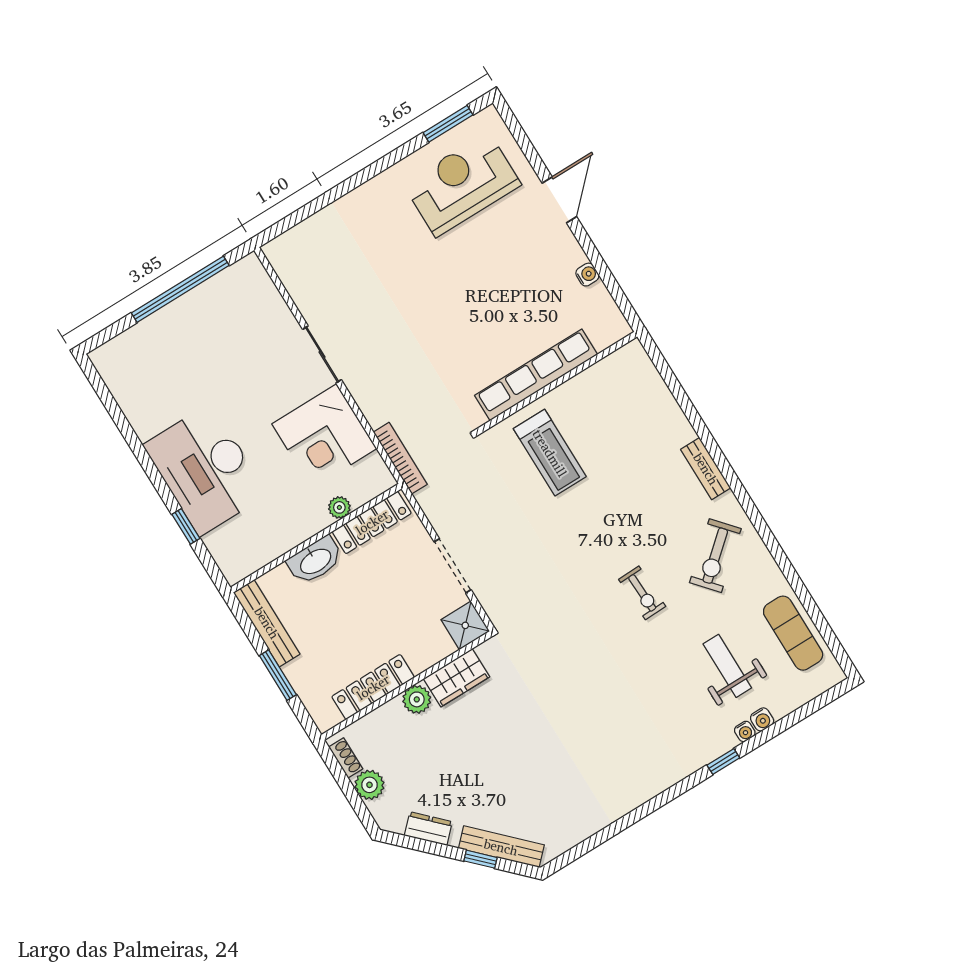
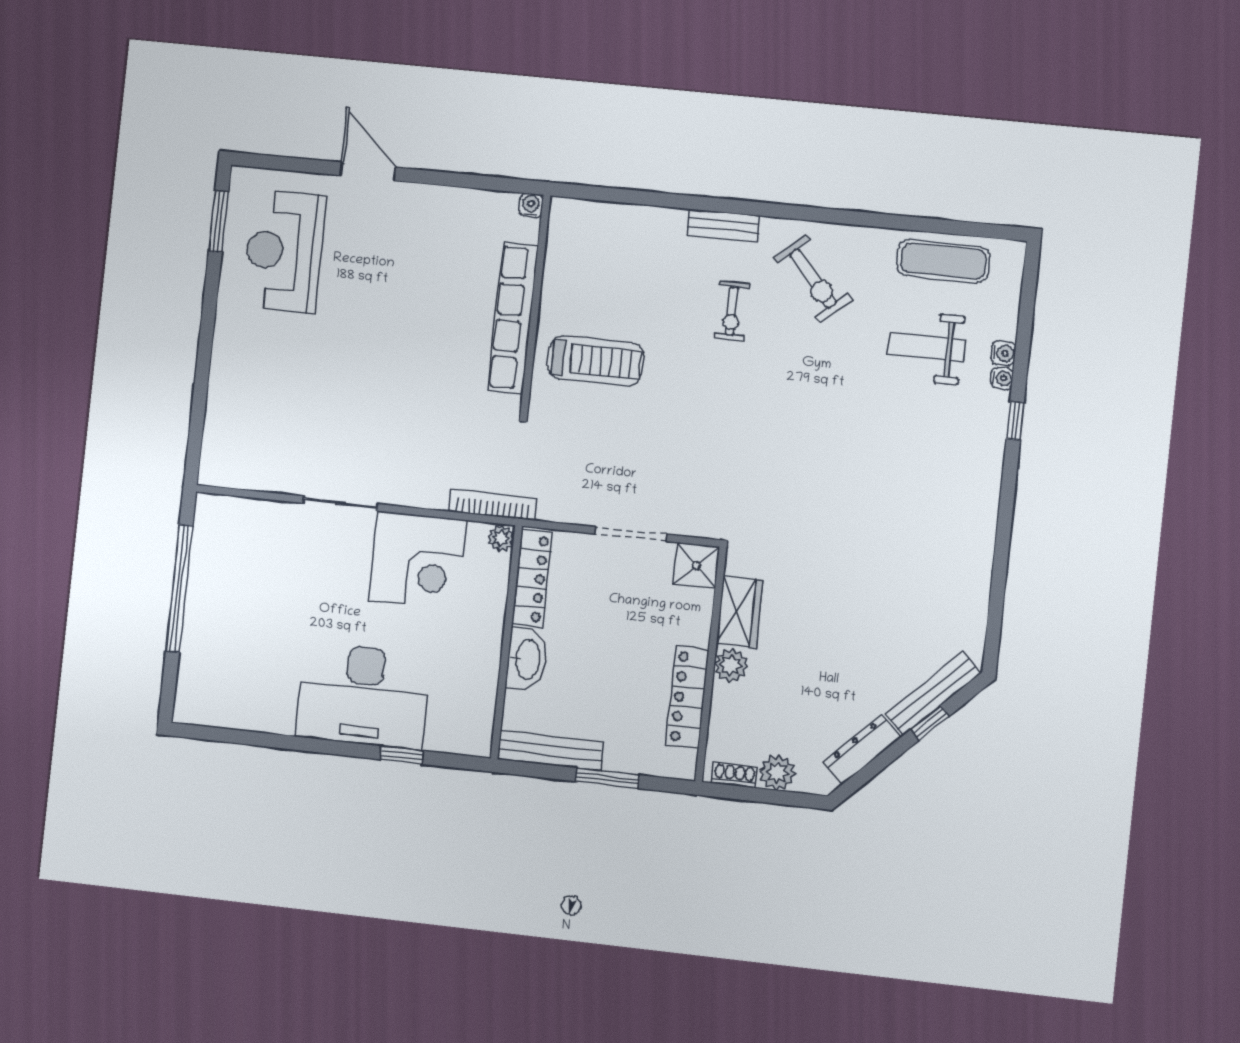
water cooler: (587, 275) -> (531, 205), moved
plant: (339, 507) -> (501, 538), moved
exercise bike: (642, 593) -> (732, 311), moved, turned 92
dresser: (428, 829) -> (862, 749), width x1.44

